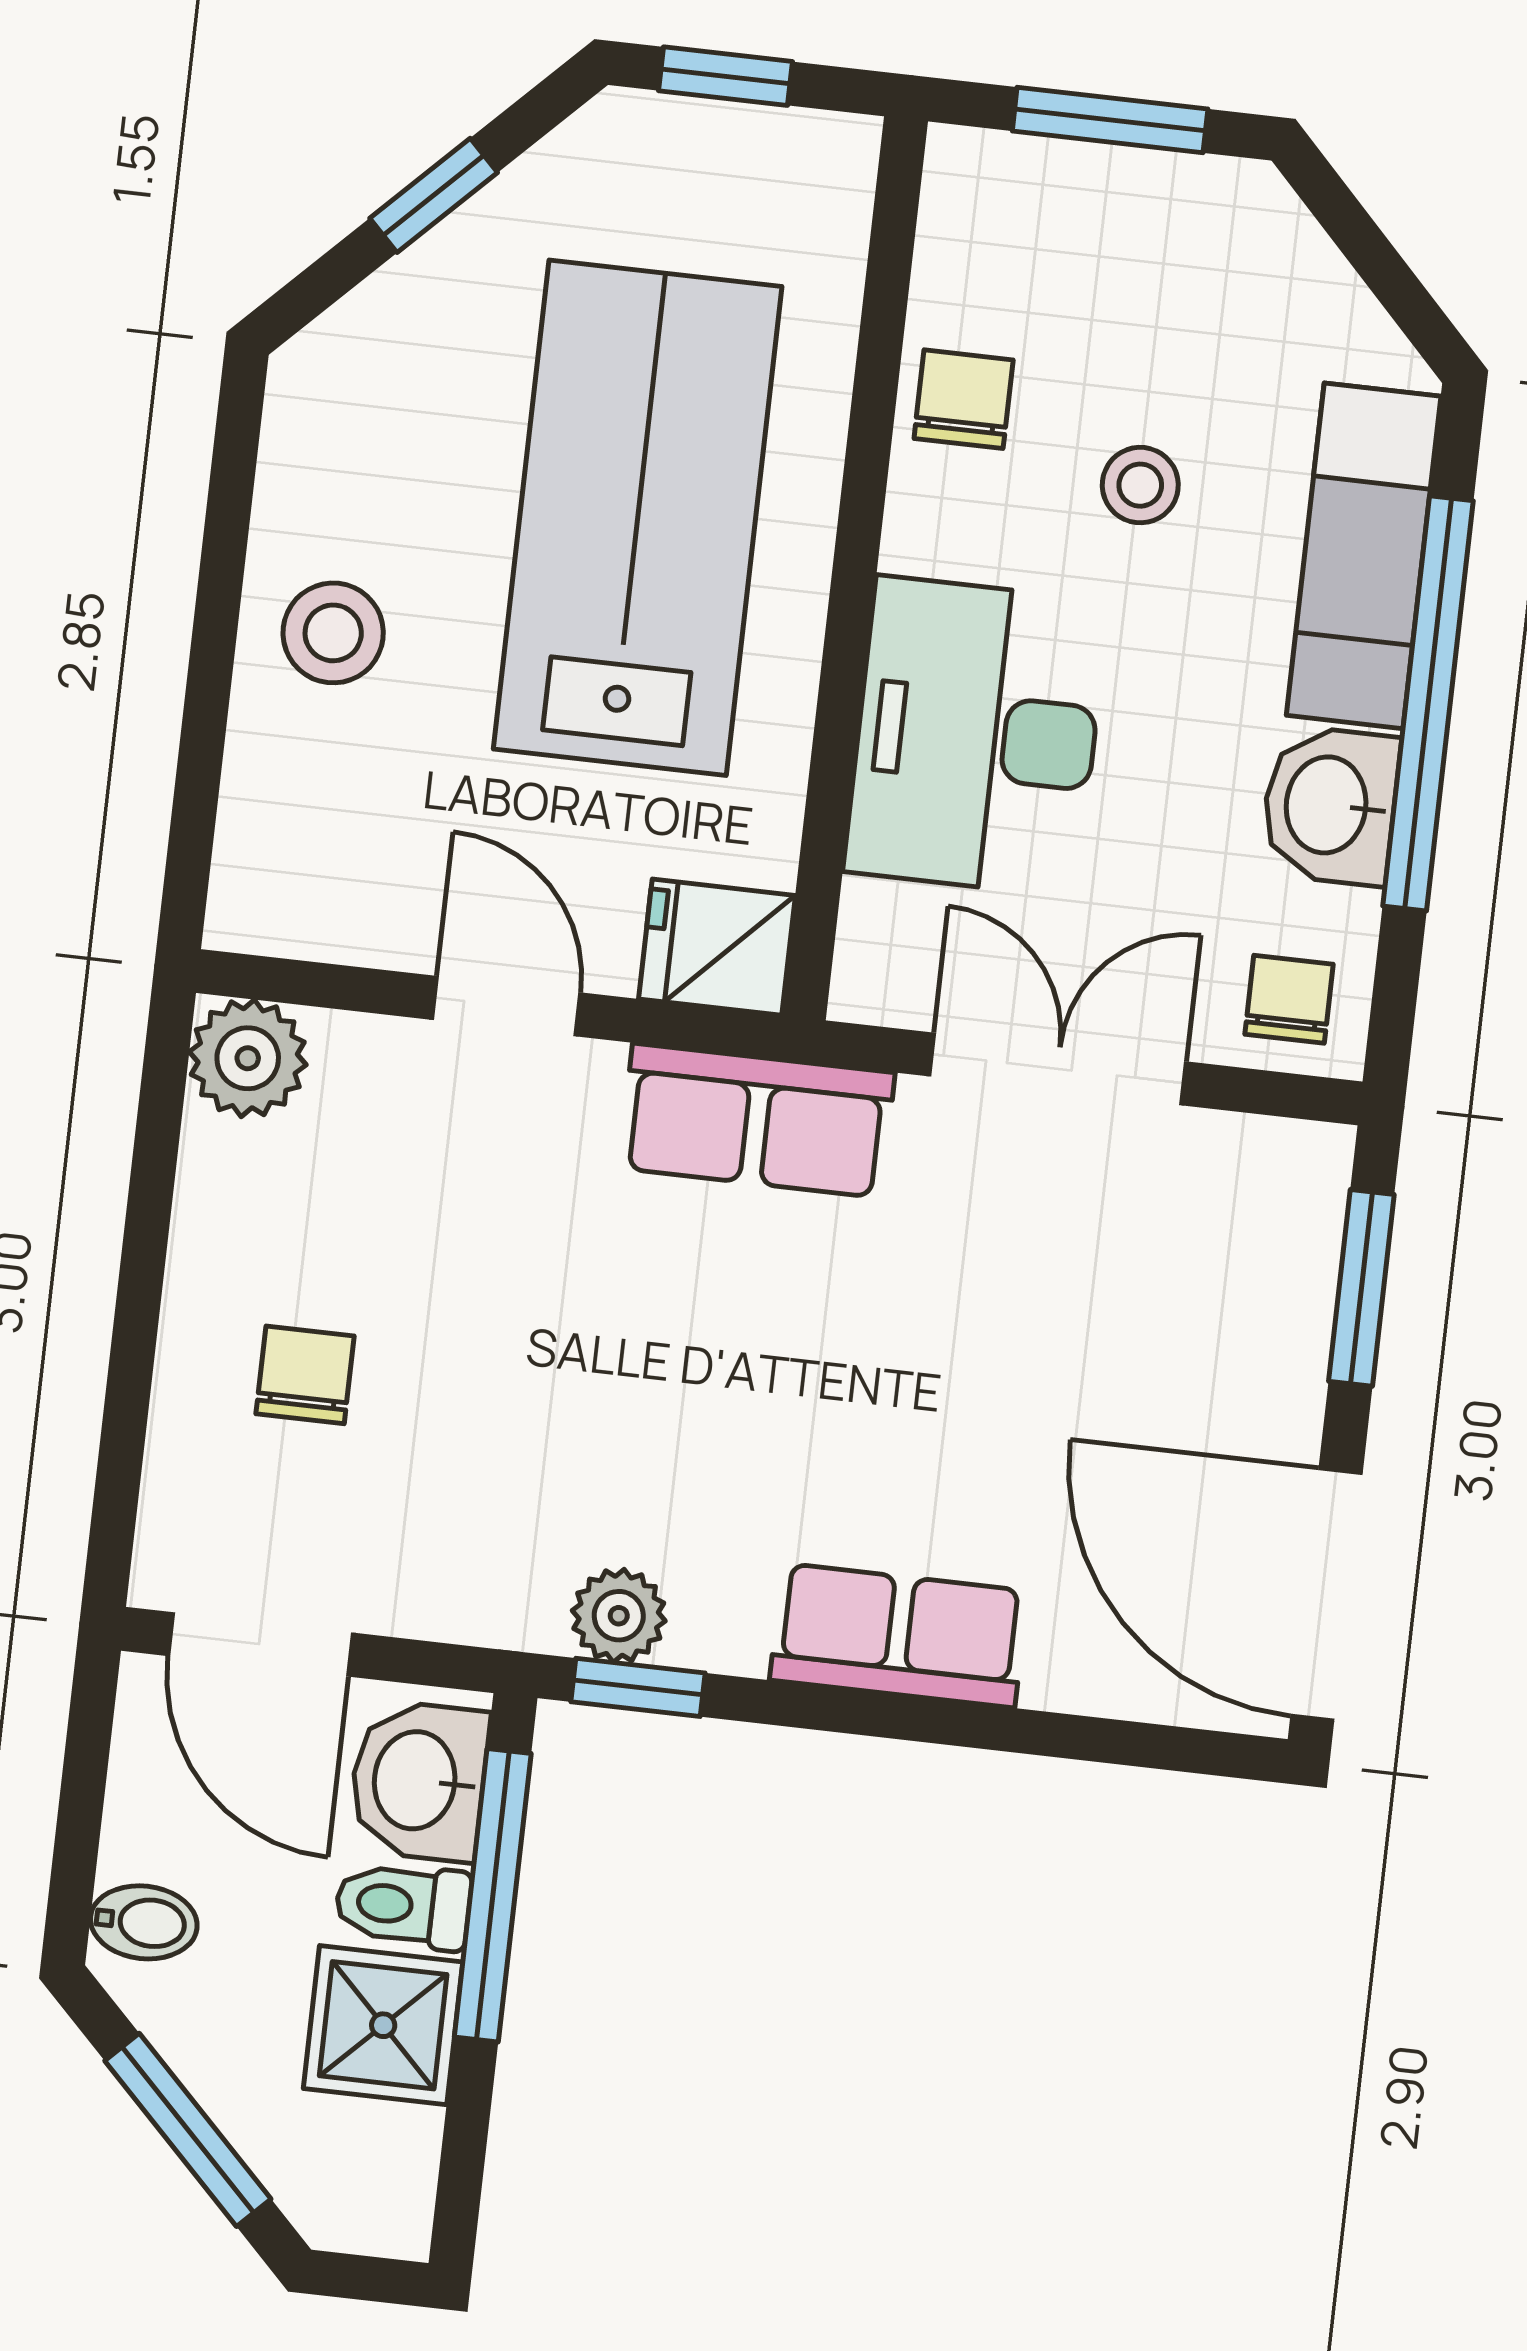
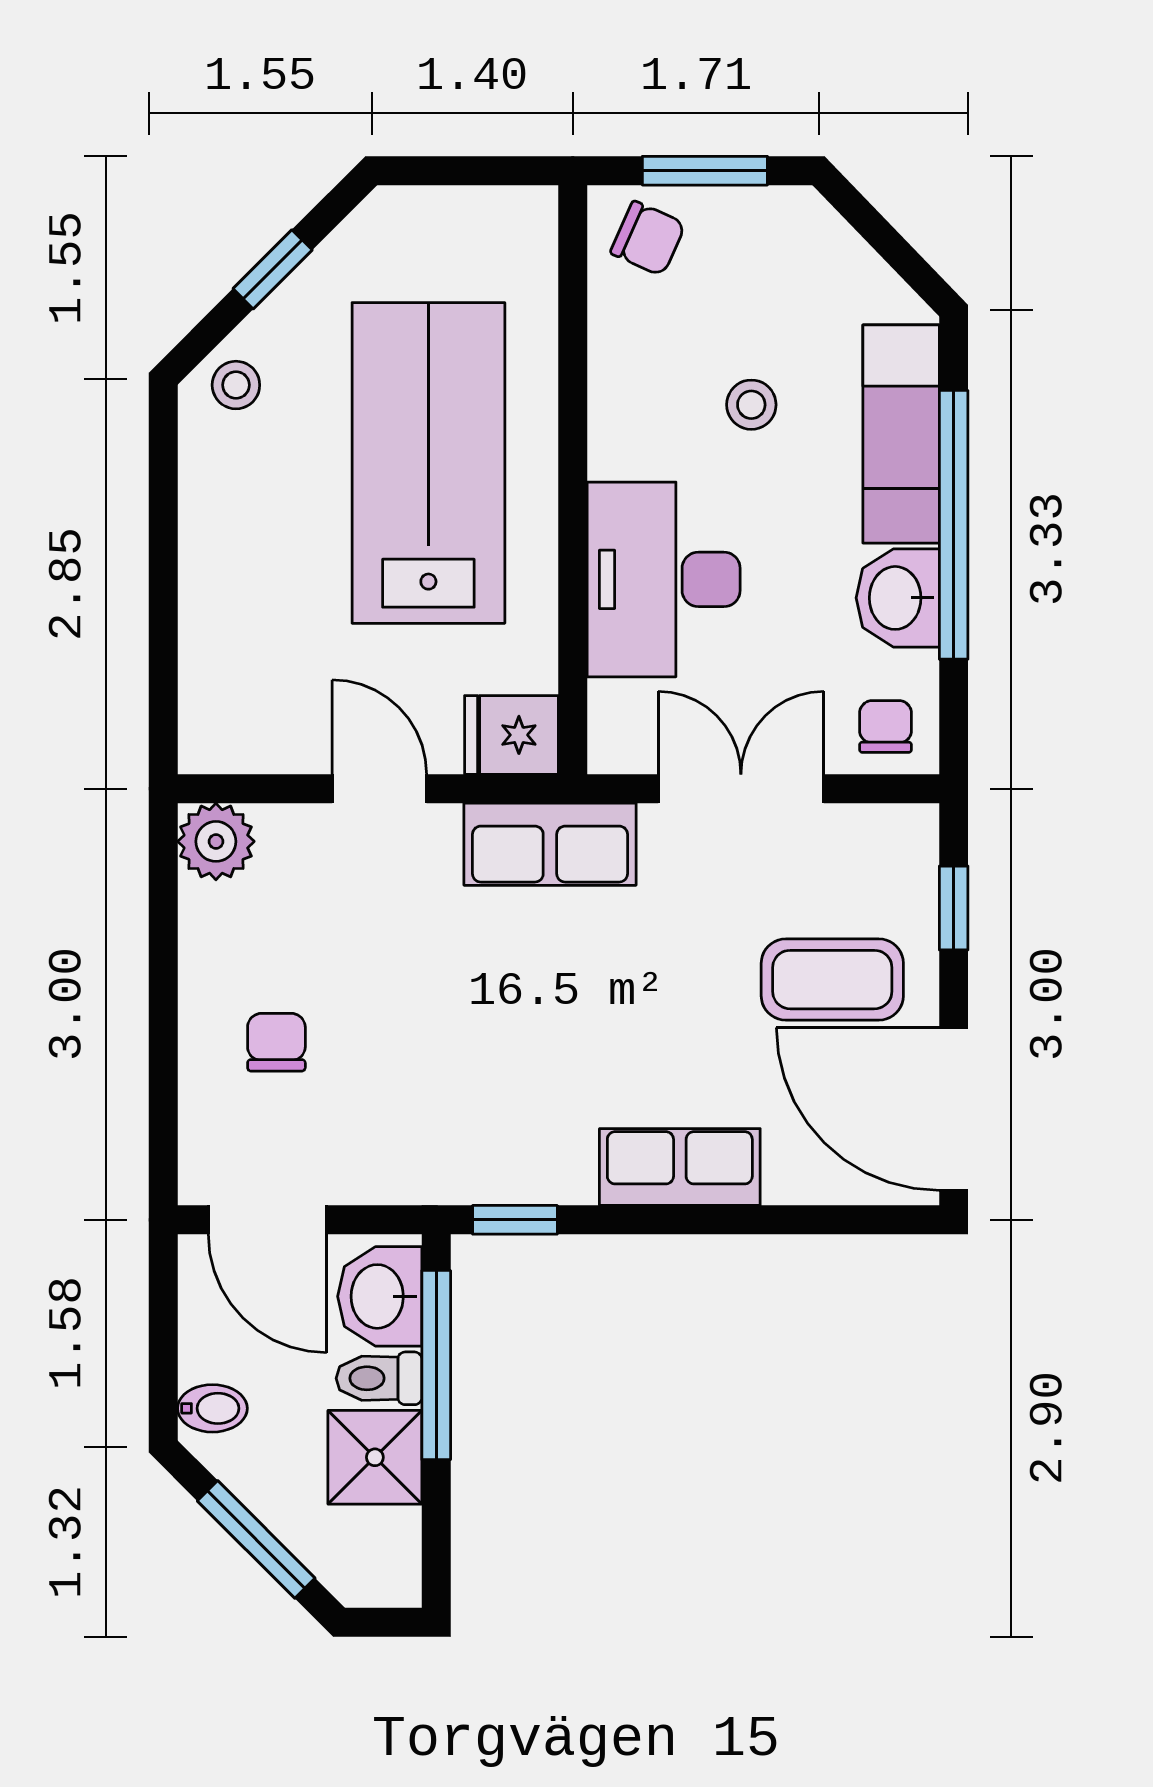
window: (725, 76) -> (453, 171), removed
chair: (964, 399) -> (648, 238), moved, turned 114
stool: (333, 633) -> (236, 385), moved, width x0.73, depth x0.73
window: (1361, 1288) -> (954, 908), width x0.67
coffee table: (1164, 1376) -> (832, 980), added
plant: (619, 1616) -> (497, 1175), removed

